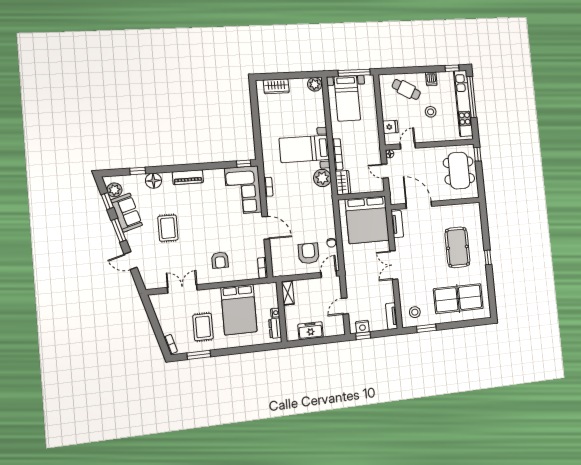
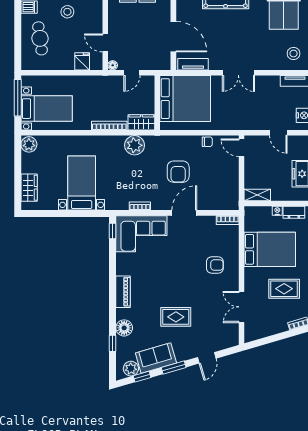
cafe table: (406, 89) -> (40, 38), turned -38
bed with nightstands: (304, 149) -> (82, 183), moved, turned 180
door: (419, 205) -> (173, 37), swing flipped
armchair: (309, 253) -> (178, 172), moved, turned -90

